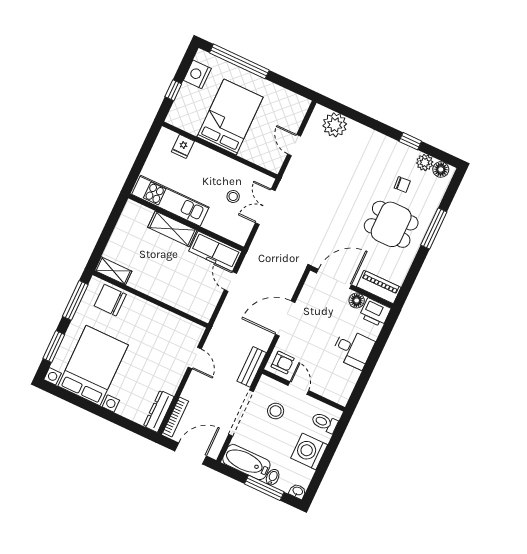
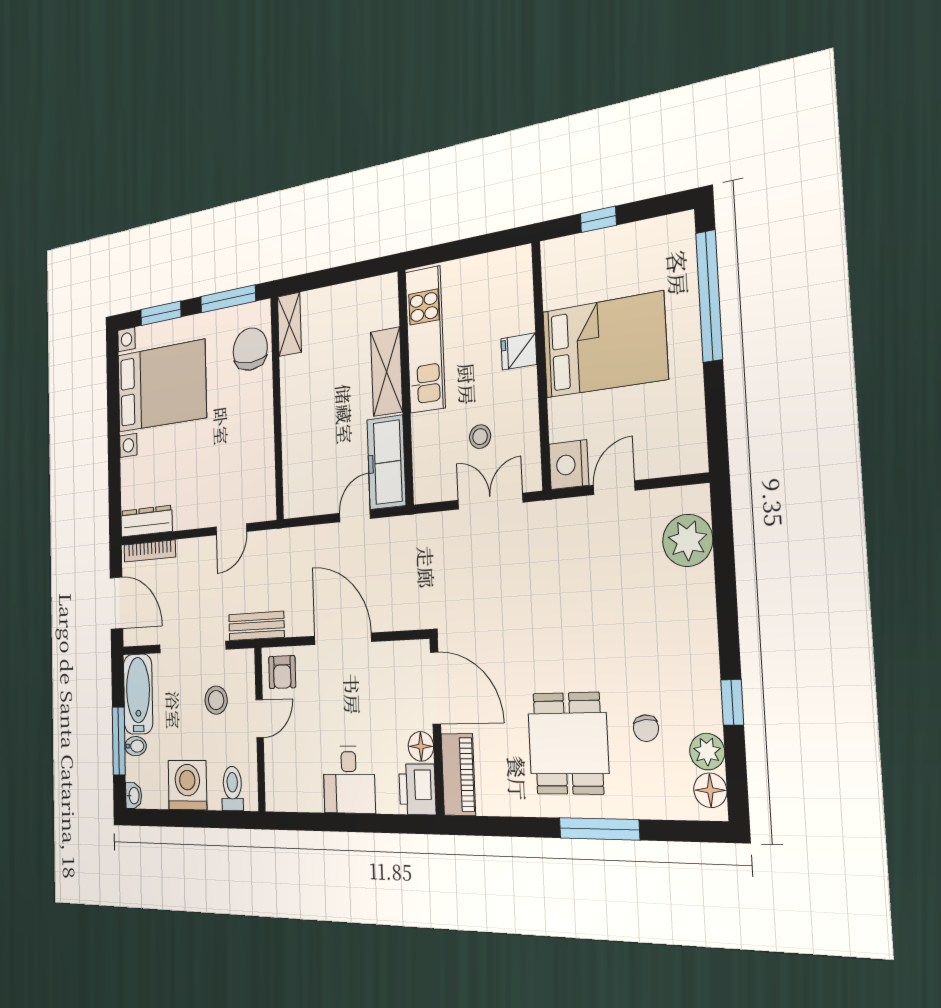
nightstand: (197, 74) -> (569, 465), moved, turned -90
fridge: (183, 146) -> (519, 352), moved

